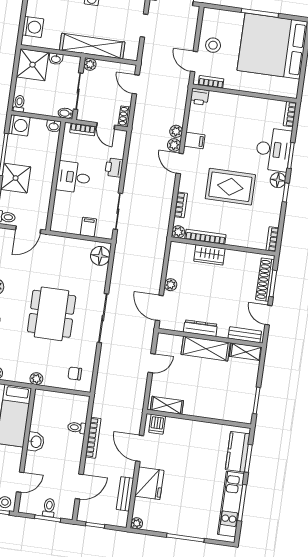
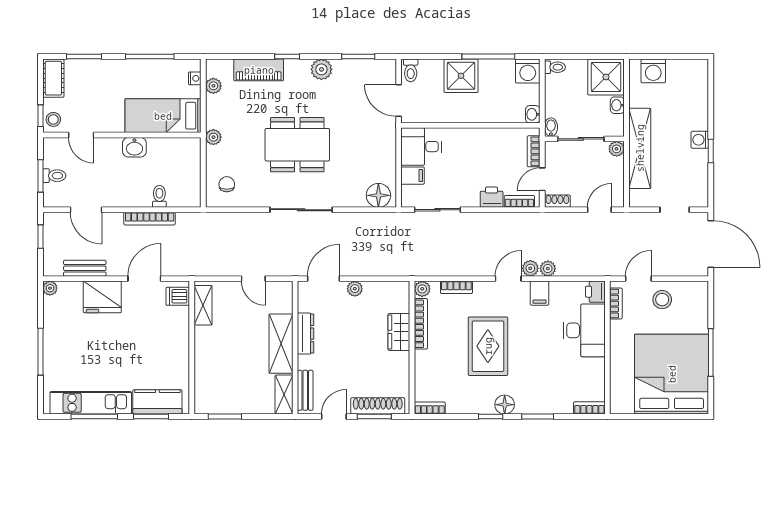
bookcase: (120, 146) -> (519, 201), added
desk: (273, 149) -> (584, 330), moved, turned -90
desk: (73, 177) -> (421, 147), moved, turned -90

